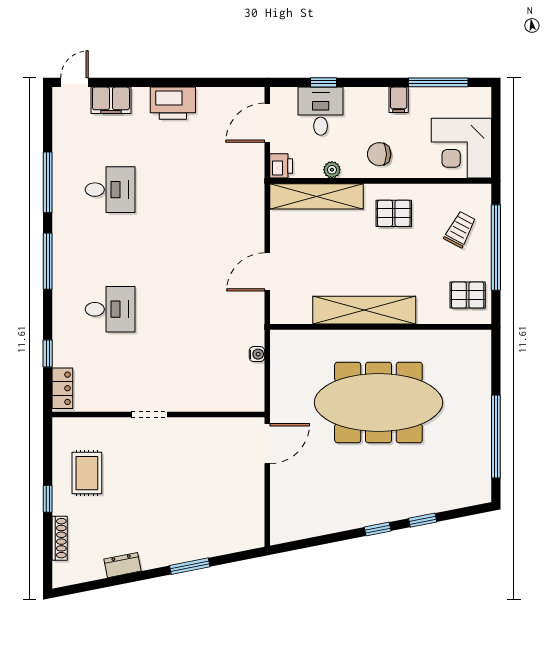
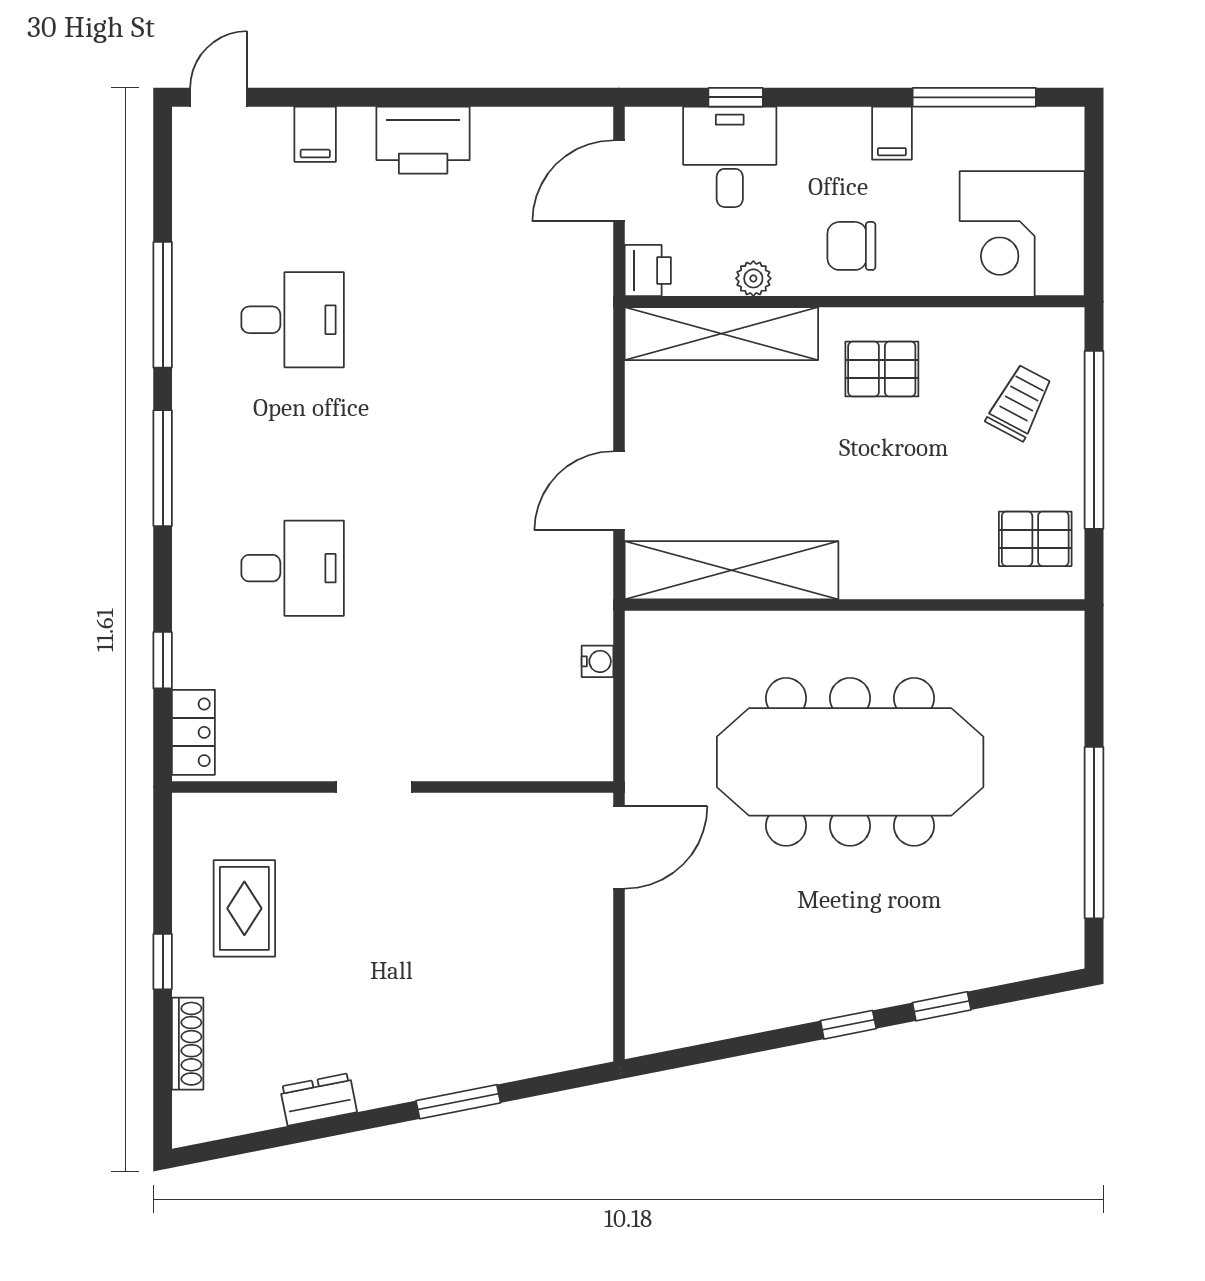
filing cabinet: (111, 100) -> (315, 134), width x0.50
shelving: (364, 310) -> (731, 570), moved

